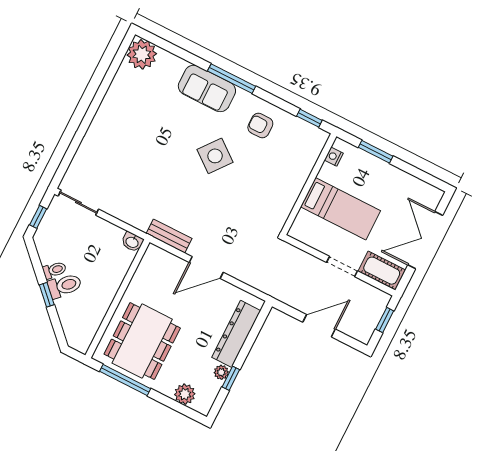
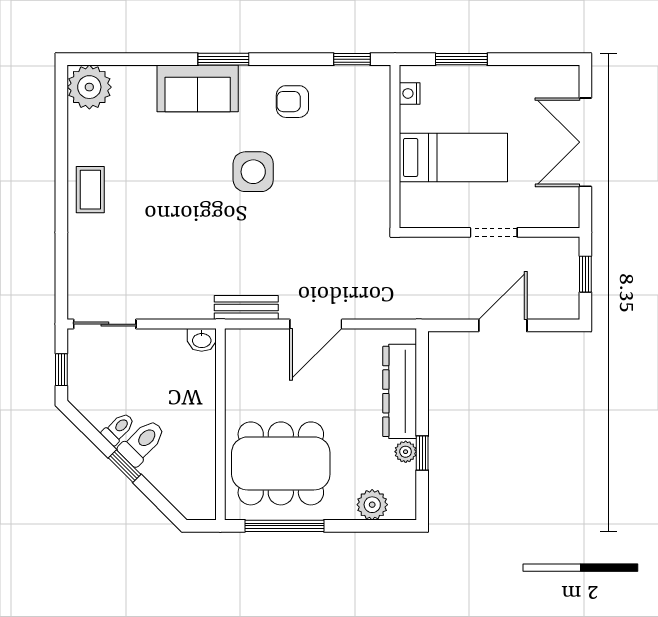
window: (232, 79) -> (223, 59), width x0.69
coffee table: (111, 117) -> (90, 190), added
side table: (215, 156) -> (253, 172), turned -38
cot: (382, 271) -> (549, 211), removed
dining table: (142, 341) -> (281, 463), turned 90

